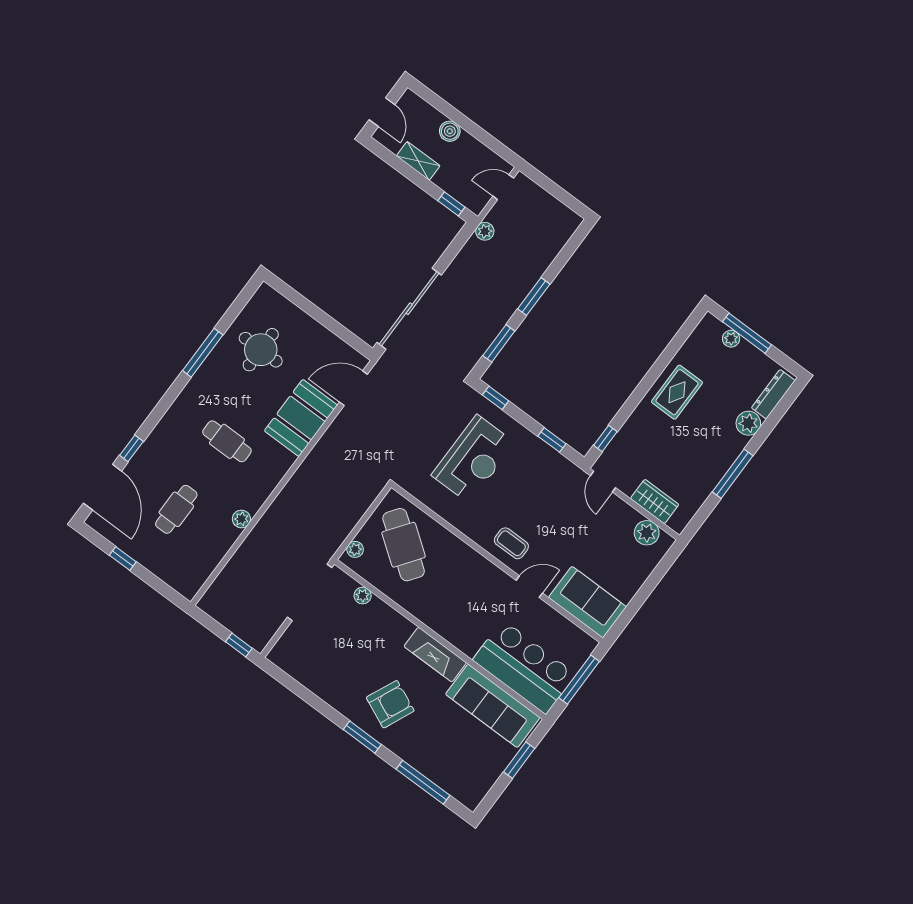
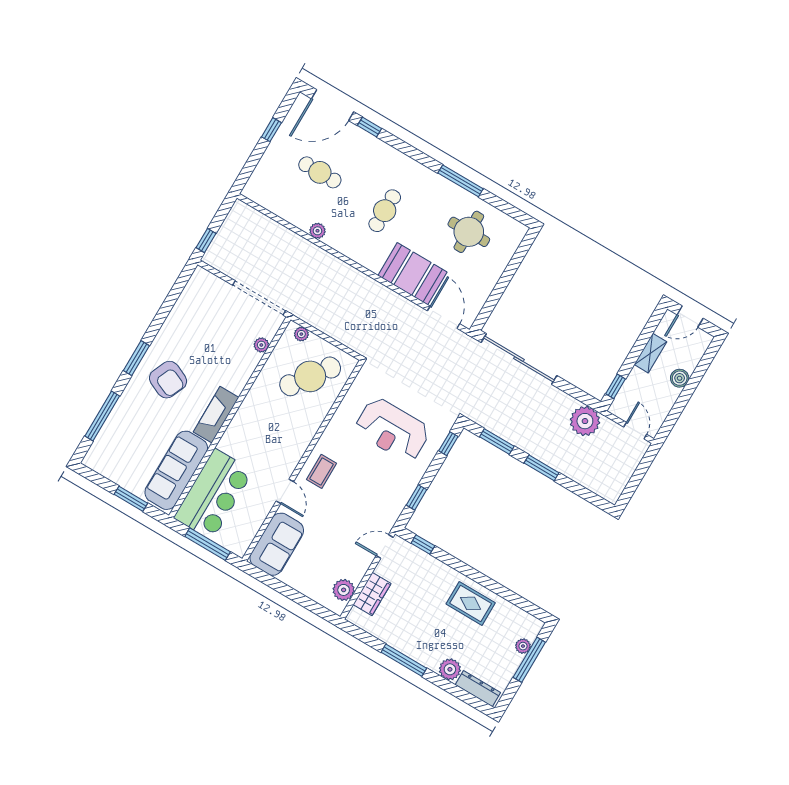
plant: (485, 231) -> (585, 421), width x1.88, depth x1.88

